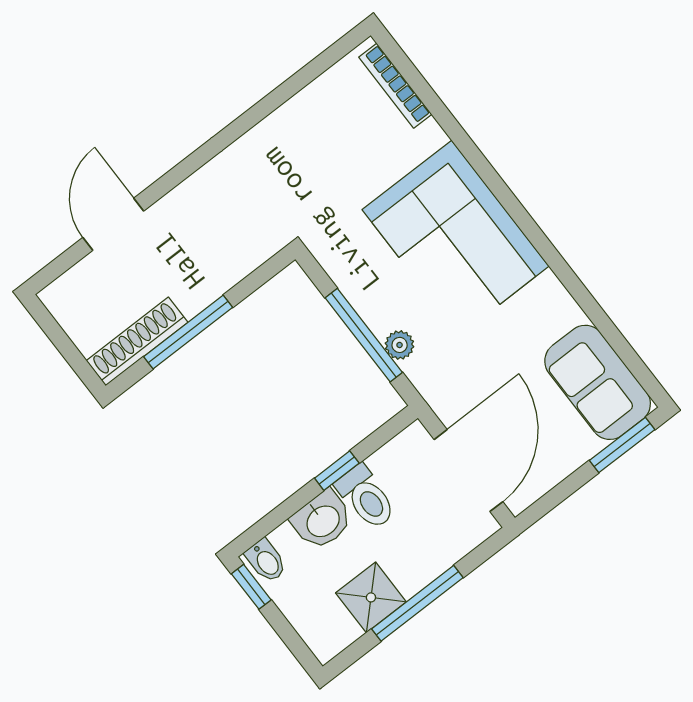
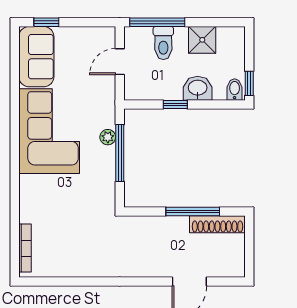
corner sofa: (456, 238) -> (49, 131), moved
window: (622, 445) -> (46, 22), width x0.67
door: (468, 471) -> (120, 62), width x0.53
toilet: (366, 497) -> (163, 43), moved, turned 180
window: (417, 603) -> (157, 22), moved

